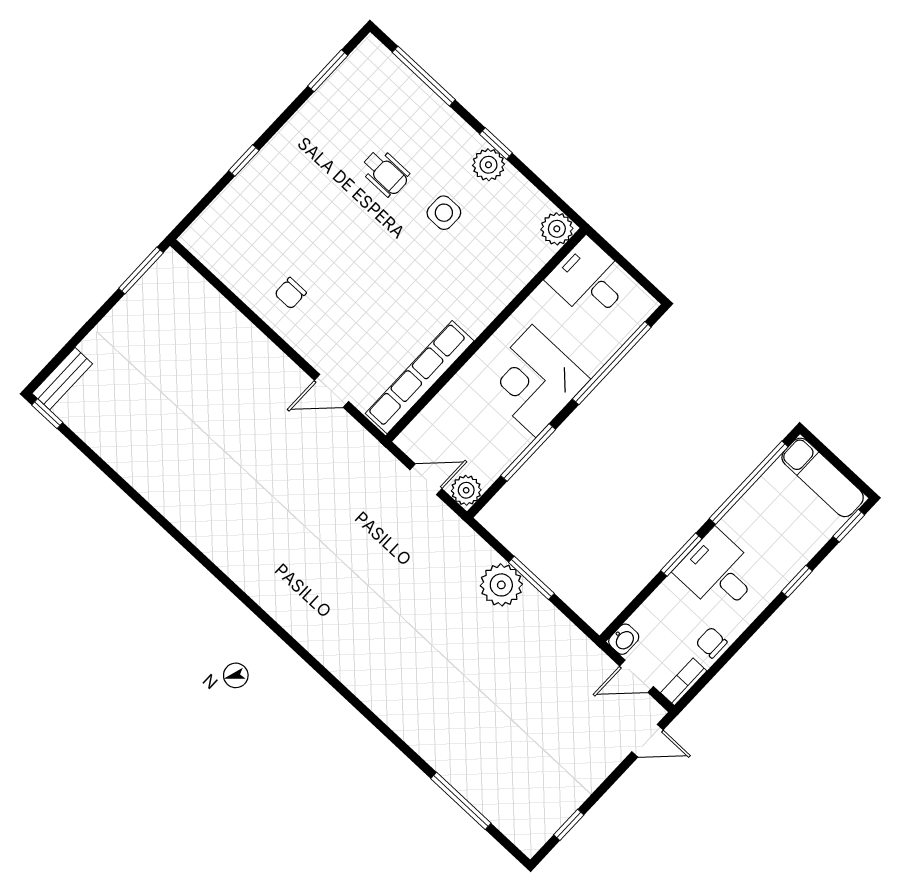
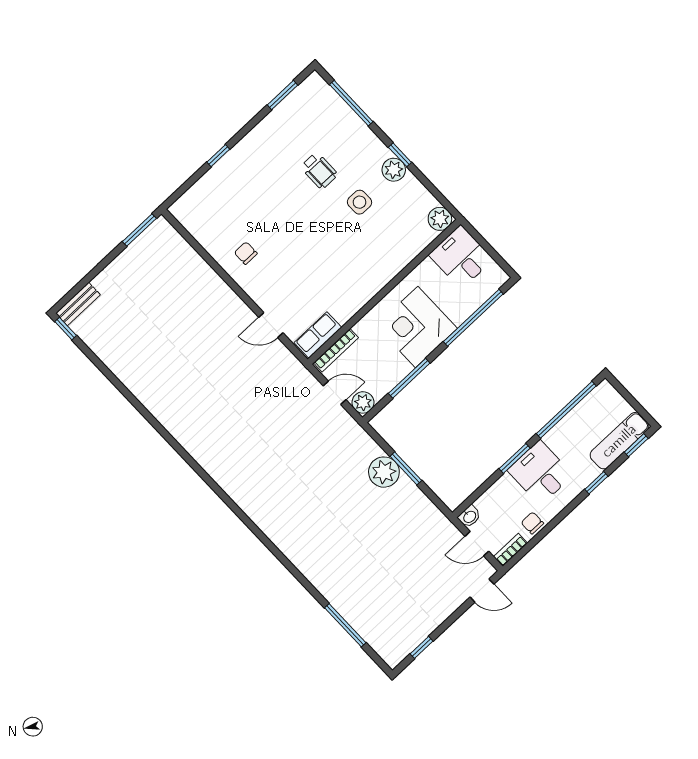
chair: (290, 293) -> (246, 253), turned 90
row of seats: (420, 377) -> (318, 335), width x0.50
bookcase: (424, 420) -> (336, 350), added
exam couch: (823, 477) -> (619, 441), moved, turned 90

